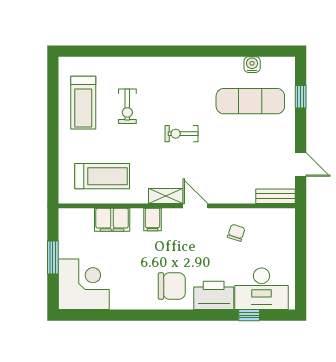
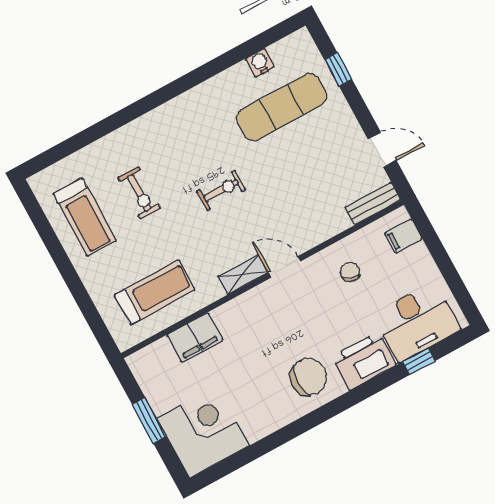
exercise bike: (181, 134) -> (221, 190), turned 180
filing cabinet: (152, 220) -> (403, 236), moved, turned 90

